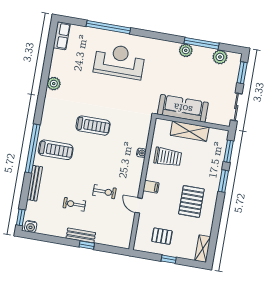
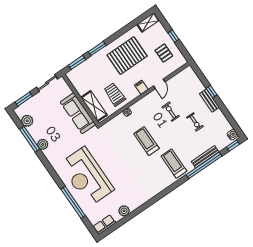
reception desk: (119, 61) -> (87, 177), width x1.36, depth x1.30
plant: (54, 84) -> (124, 211), moved
treadmill: (93, 126) -> (146, 141), moved
shelving: (190, 131) -> (94, 106), moved
window: (33, 149) -> (204, 165), moved
pallet: (191, 201) -> (127, 56), width x1.37, depth x1.41

